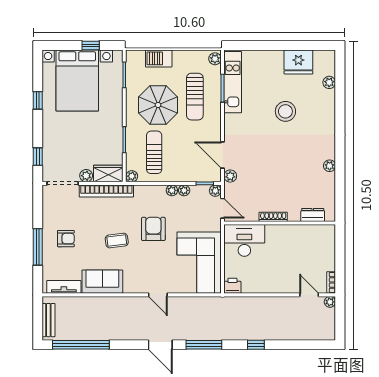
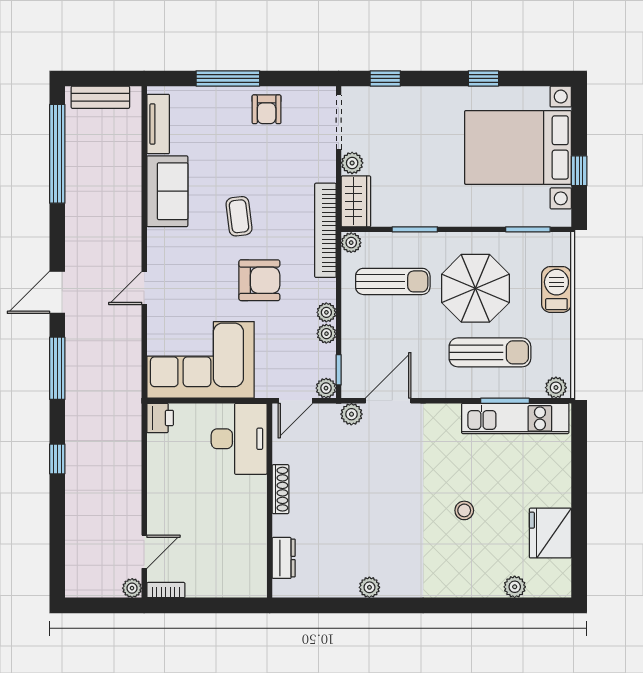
sun lounger: (195, 97) -> (490, 352), turned 180
stool: (285, 111) -> (464, 510), width x0.53, depth x0.53
bookcase: (106, 191) -> (325, 230), moved
armchair: (66, 239) -> (267, 109), moved

